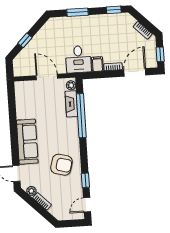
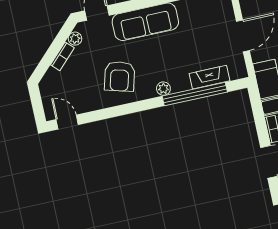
plant: (71, 85) -> (163, 89), moved
window: (85, 180) -> (102, 114), removed

